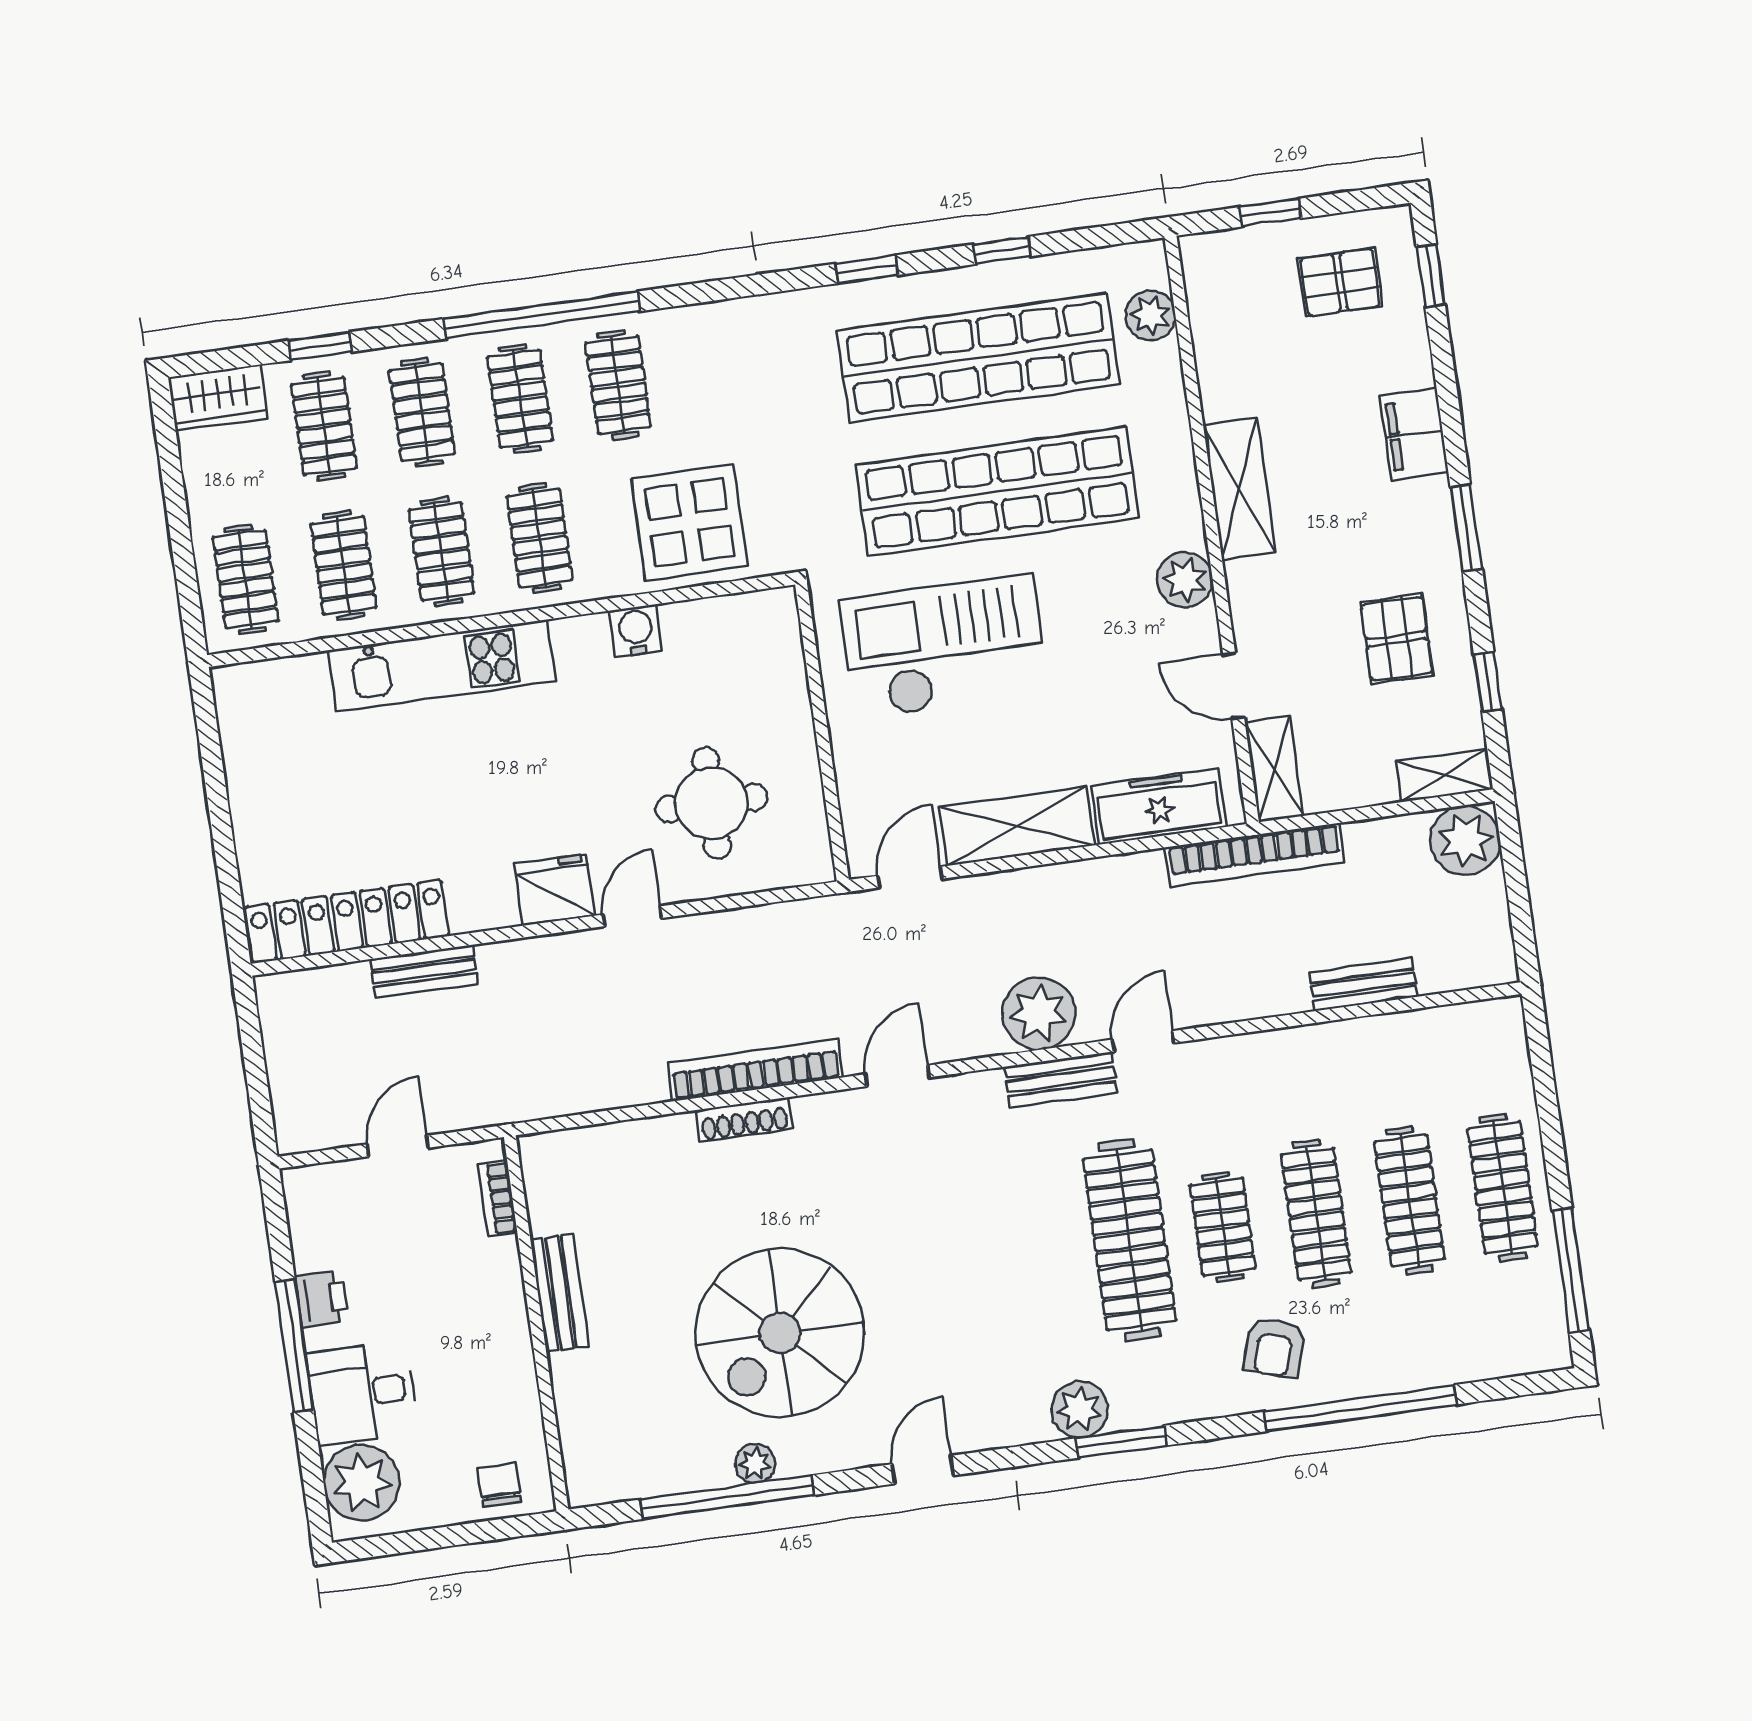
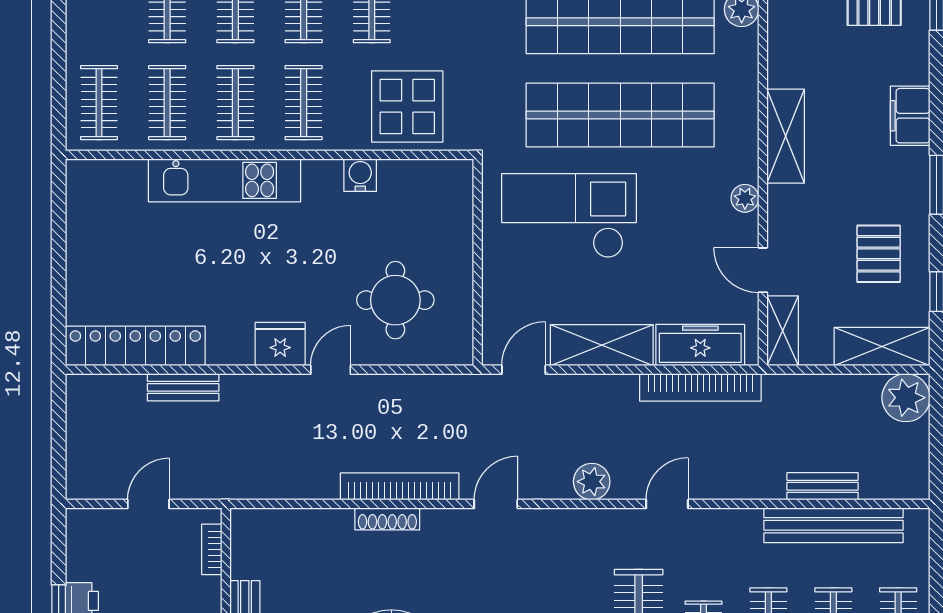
plant: (1185, 580) -> (745, 198), width x0.73, depth x0.73
shelving: (1444, 775) -> (882, 347), width x1.50, depth x1.33
bookcase: (1255, 855) -> (700, 387), moved
plant: (1039, 1013) -> (592, 482), width x0.73, depth x0.73
bench: (1061, 1080) -> (833, 525), moved, width x1.86, depth x1.21

